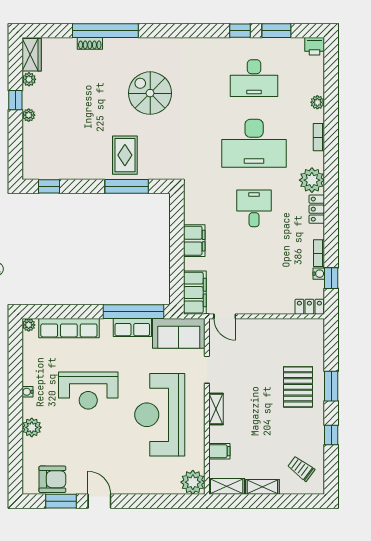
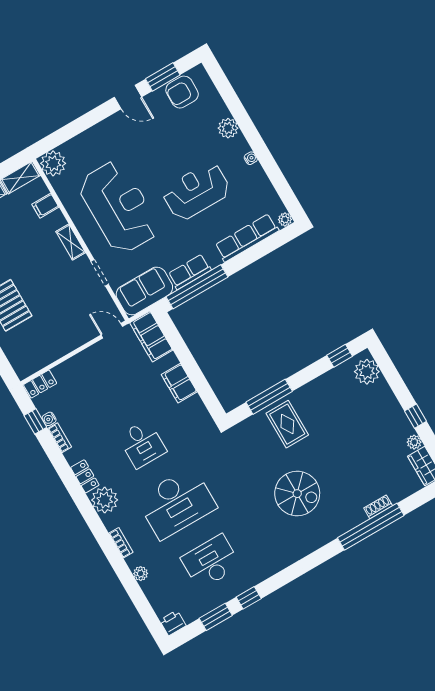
plant: (29, 115) -> (367, 372), moved, width x1.88, depth x1.88
desk: (254, 143) -> (176, 503), turned 180

